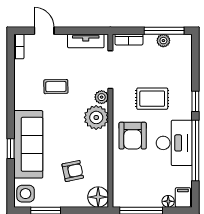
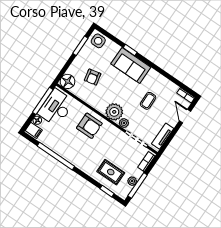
door: (44, 31) -> (185, 116), swing flipped
rug: (152, 99) -> (111, 172), moved, turned 90
window: (195, 101) -> (107, 191), moved
armchair: (133, 136) -> (89, 126), turned 180
desk: (174, 143) -> (56, 108), moved, turned 90
sofa: (28, 144) -> (131, 66), width x0.73

